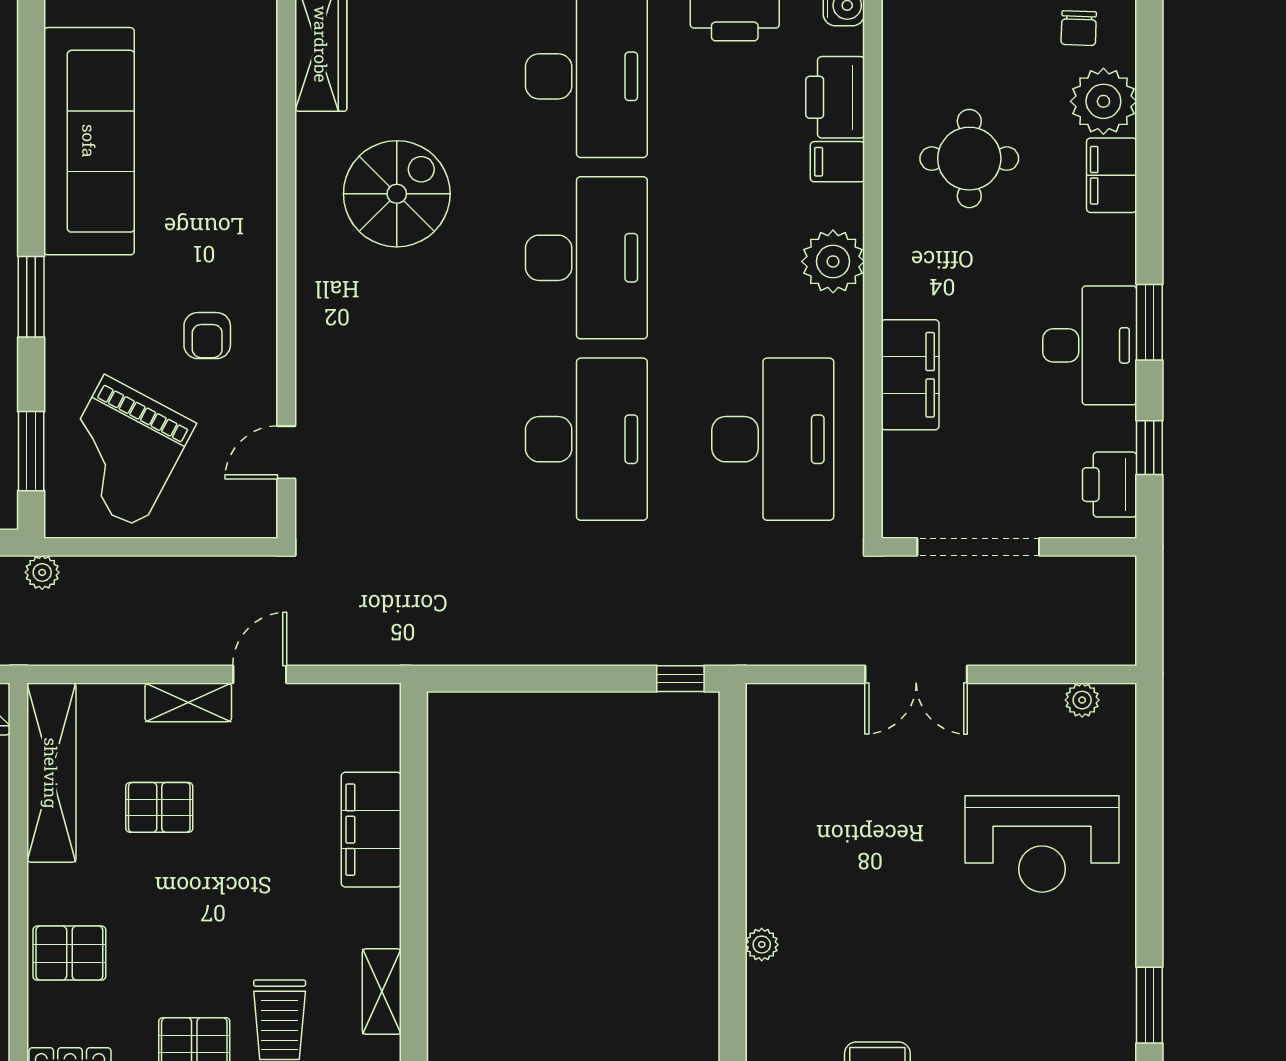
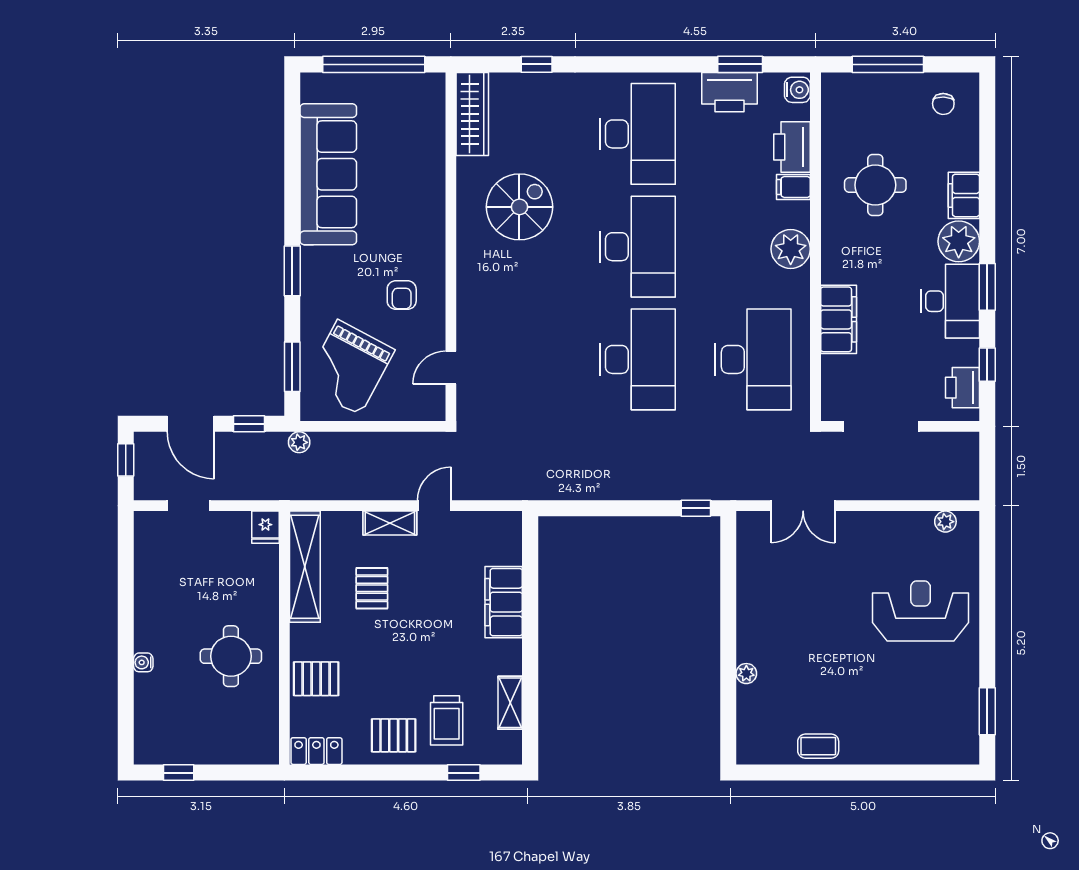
plant: (1103, 101) -> (959, 241), moved
double door: (916, 674) -> (803, 506), moved
pallet: (159, 807) -> (372, 588), turned 90
reception desk: (1042, 844) -> (921, 611), turned 180

